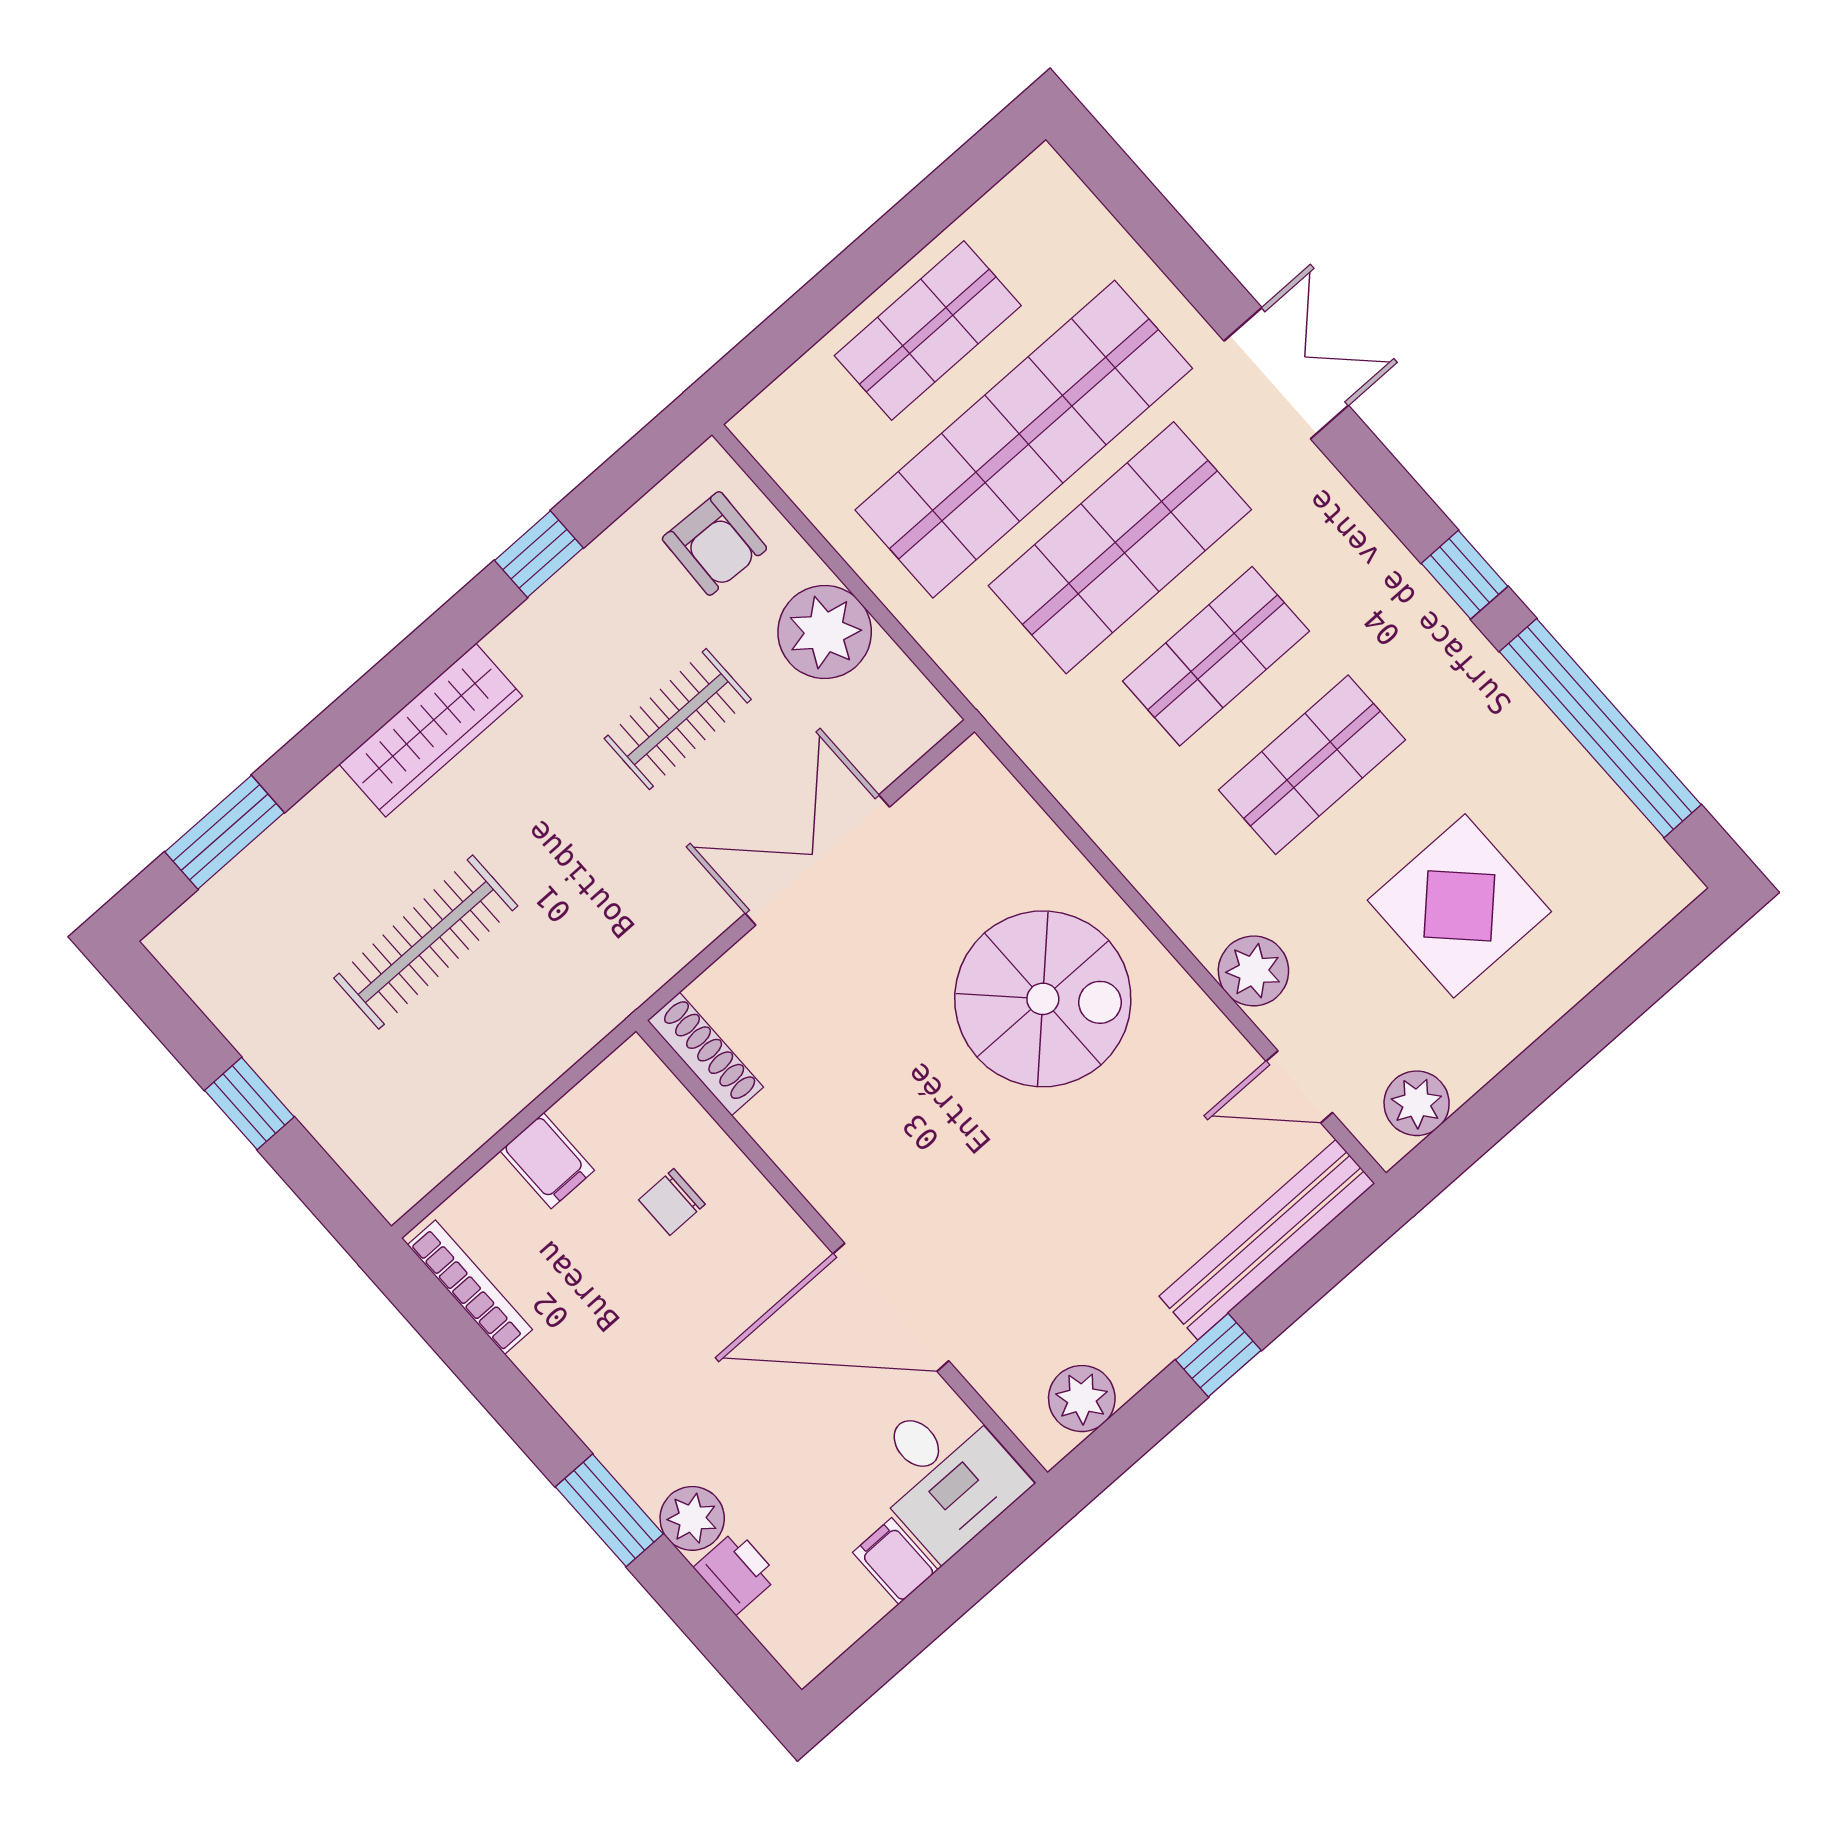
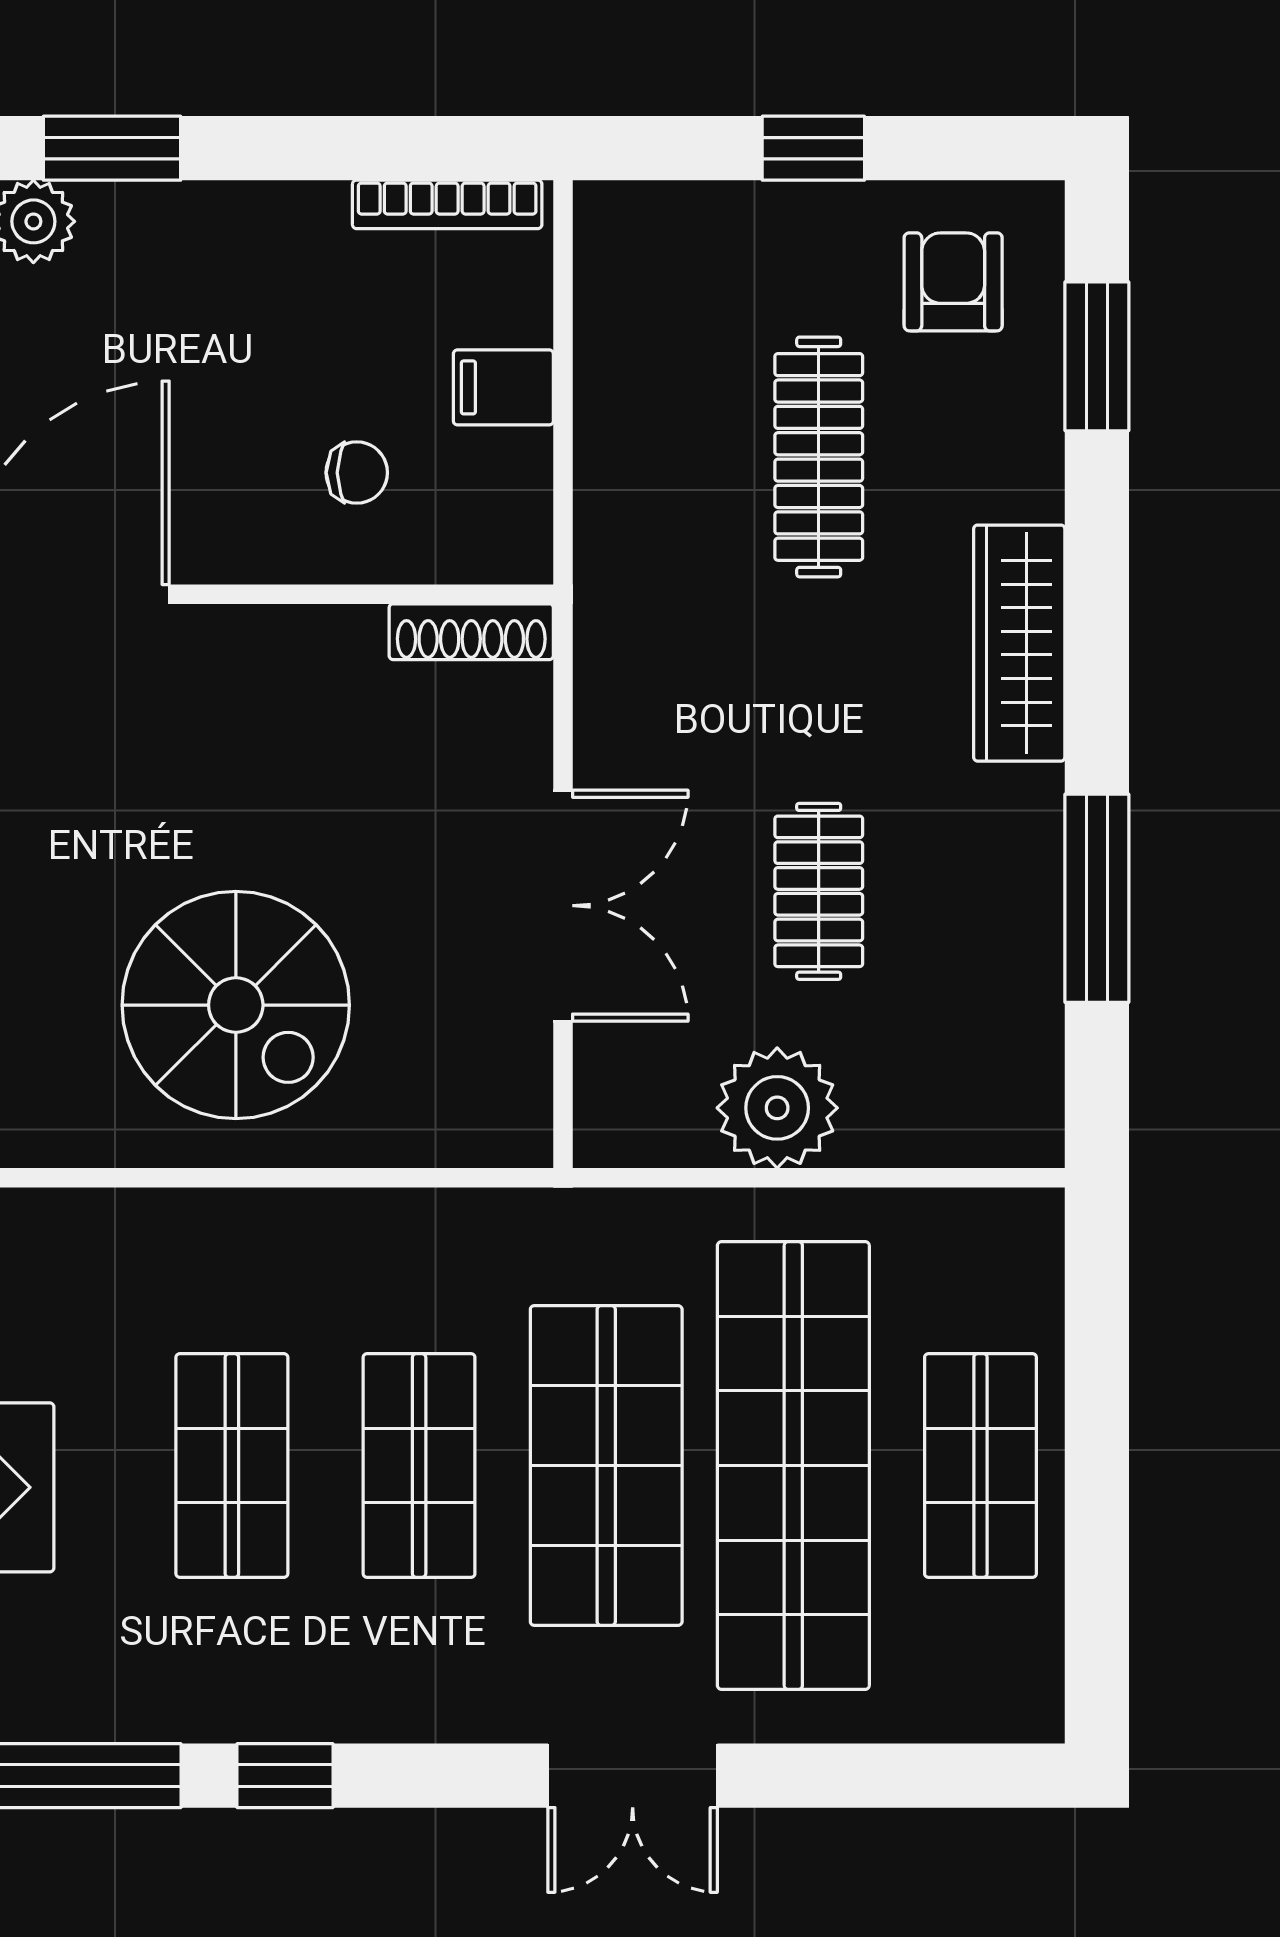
armchair: (714, 543) -> (953, 282), moved, turned 88
window: (539, 554) -> (1097, 898), width x2.17
plant: (1253, 971) -> (83, 1233), removed
spiral stairs: (1043, 999) -> (236, 1005), turned -90
chair: (672, 1202) -> (357, 473), turned 90

